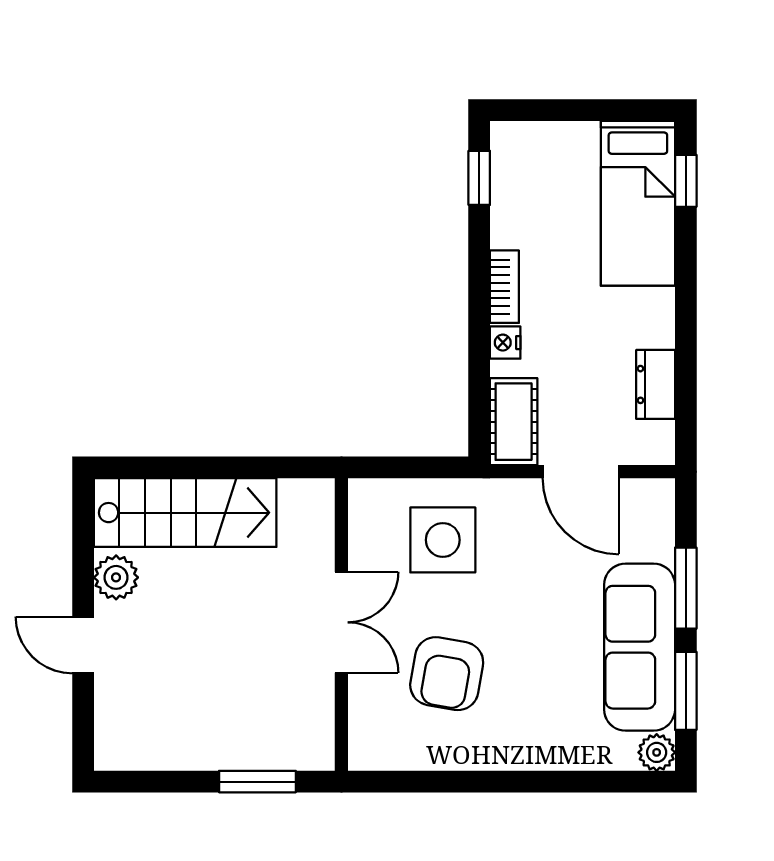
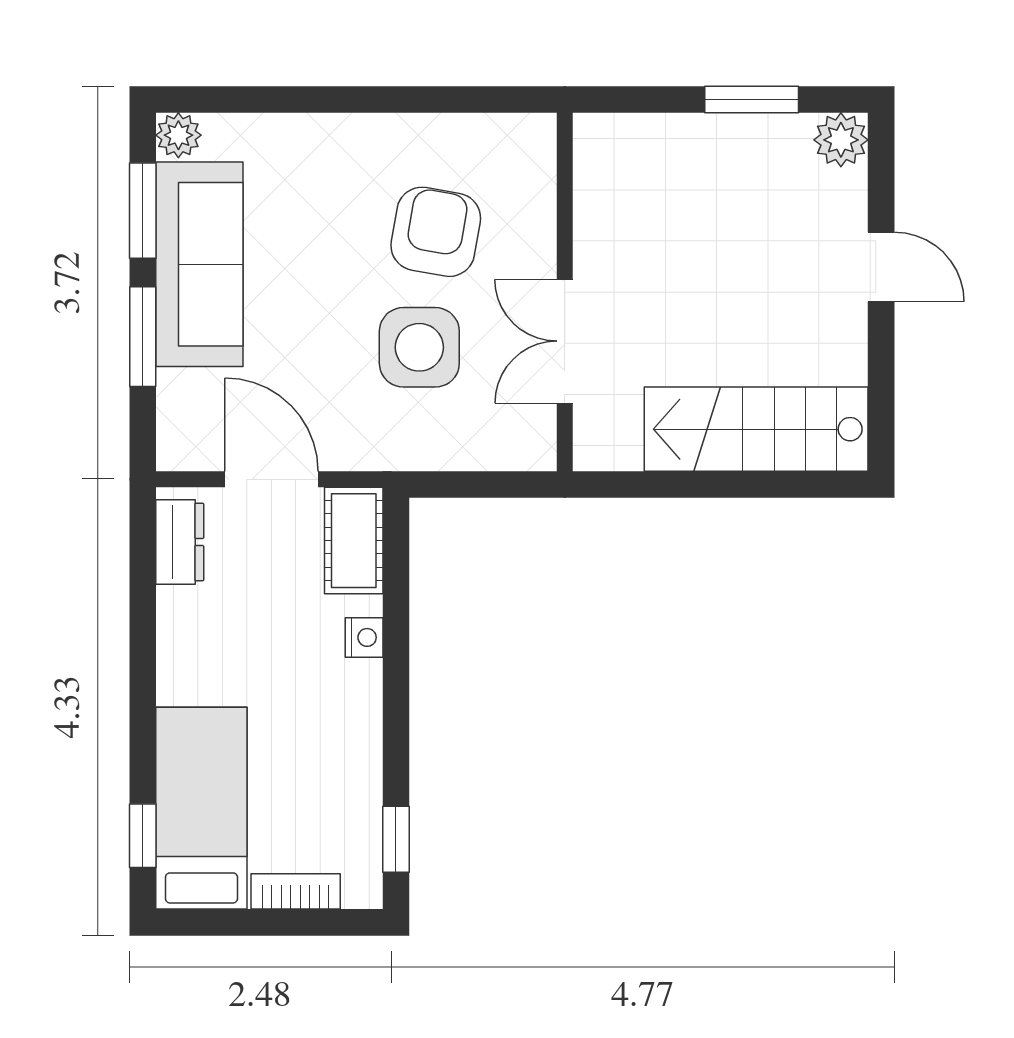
bookcase: (504, 287) -> (296, 891), moved, turned 90
dresser: (656, 384) -> (180, 542), moved
side table: (443, 540) -> (419, 347), moved
plant: (116, 577) -> (841, 140), moved
double door: (341, 622) -> (565, 341), moved
window: (257, 782) -> (752, 100), moved

